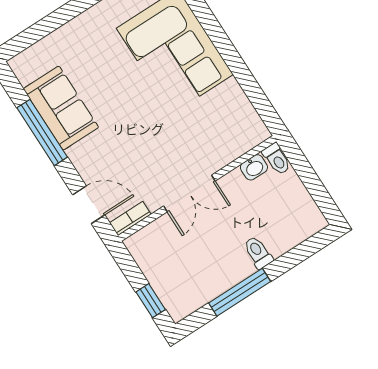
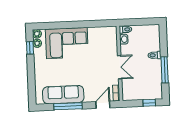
sofa: (61, 108) -> (63, 95), width x1.36

